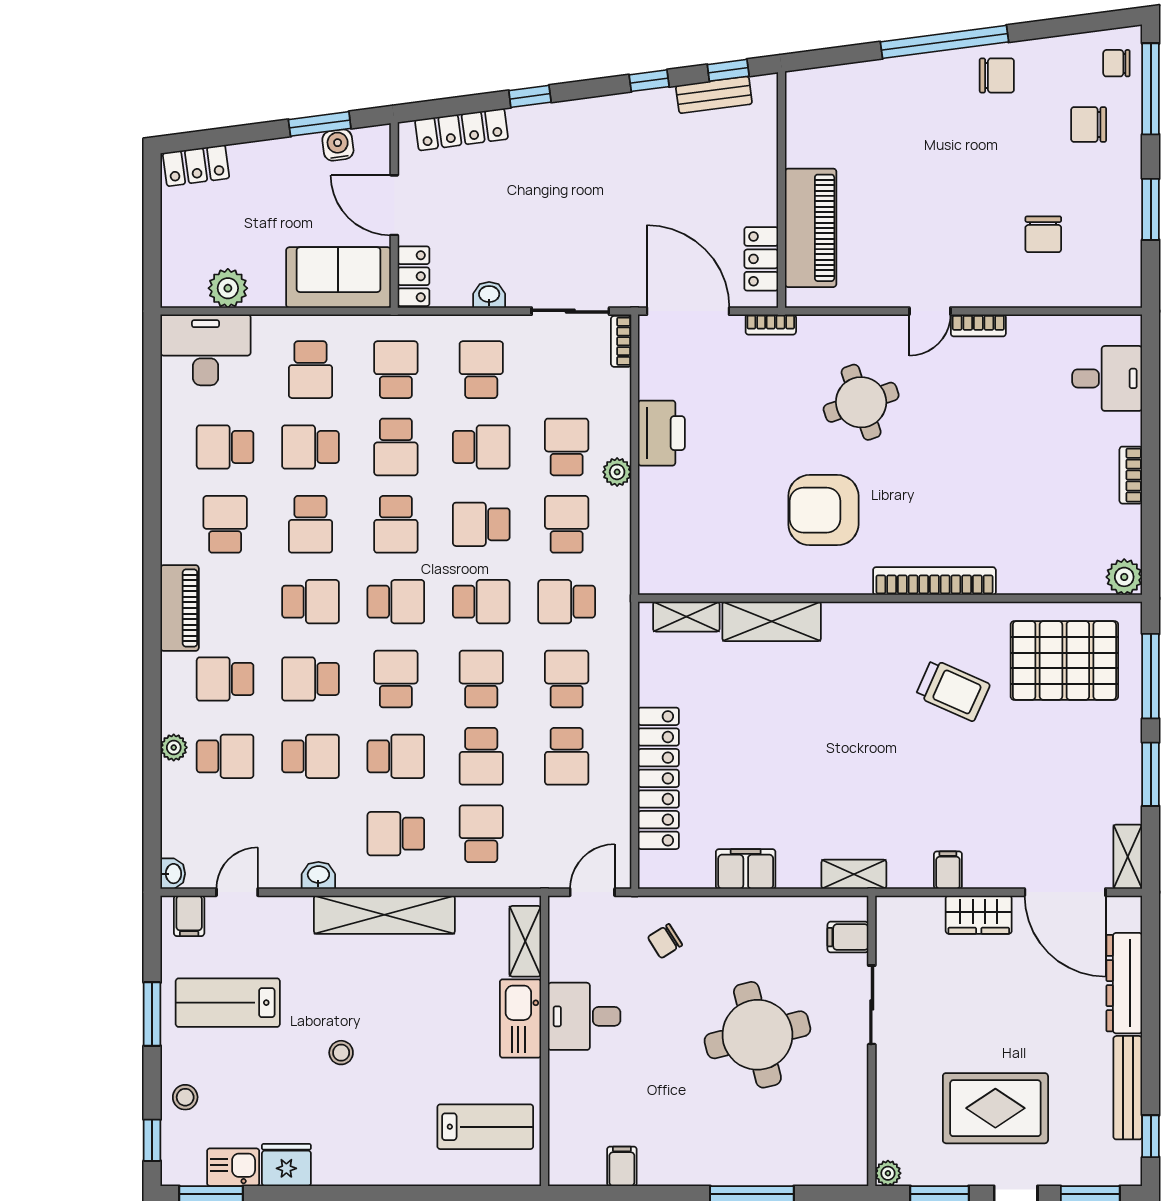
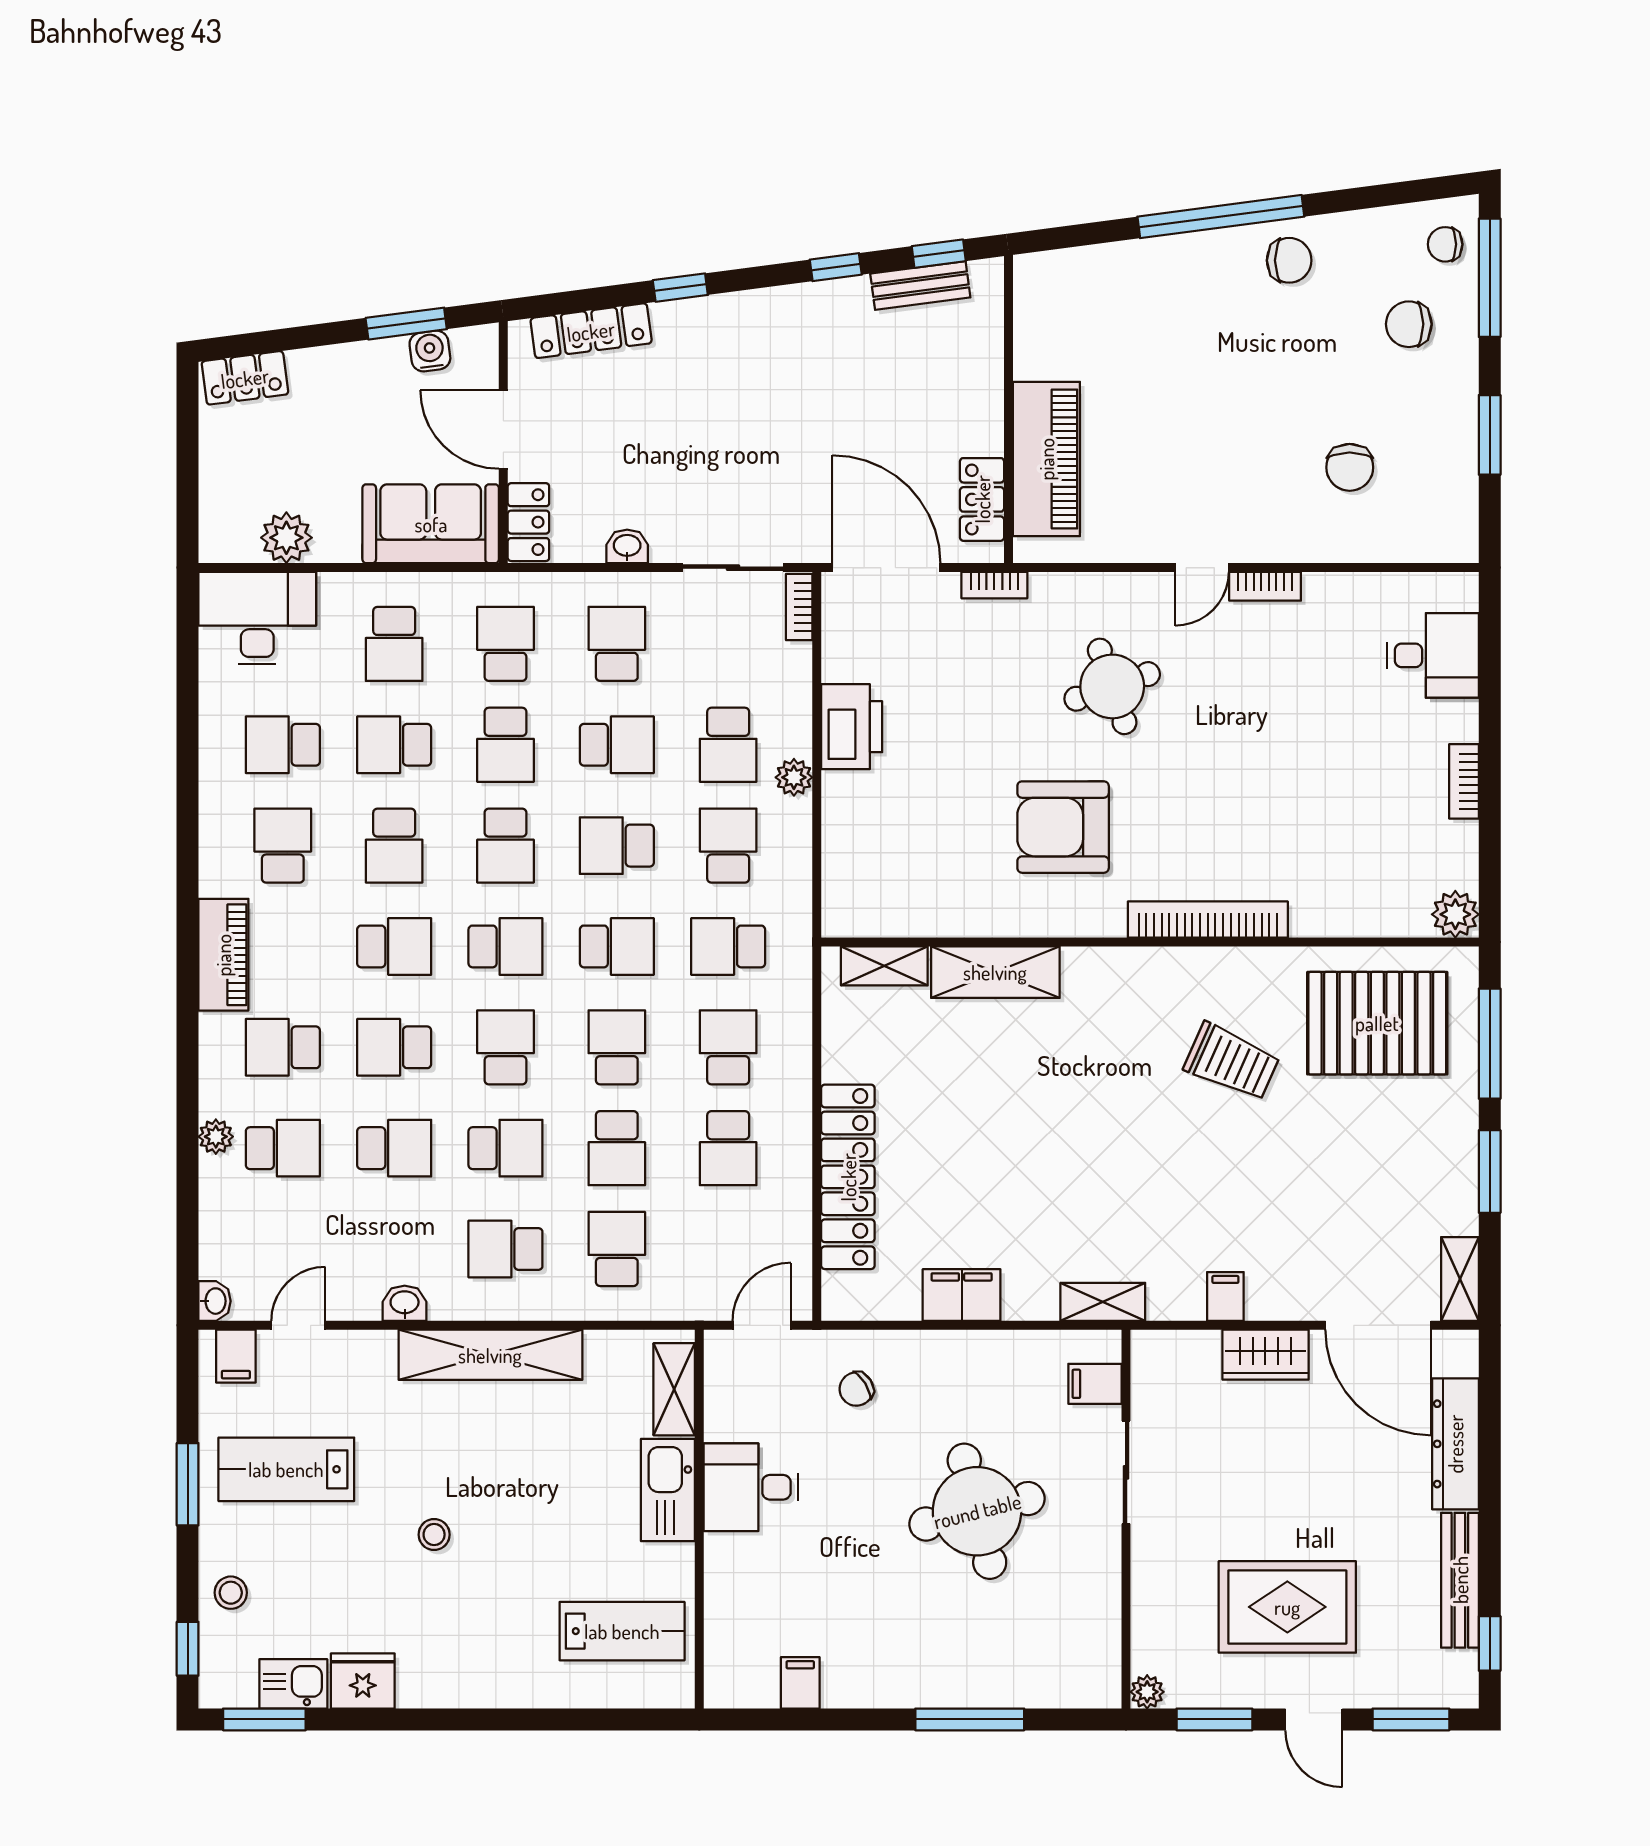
school desk: (567, 447) -> (728, 745), turned 180

